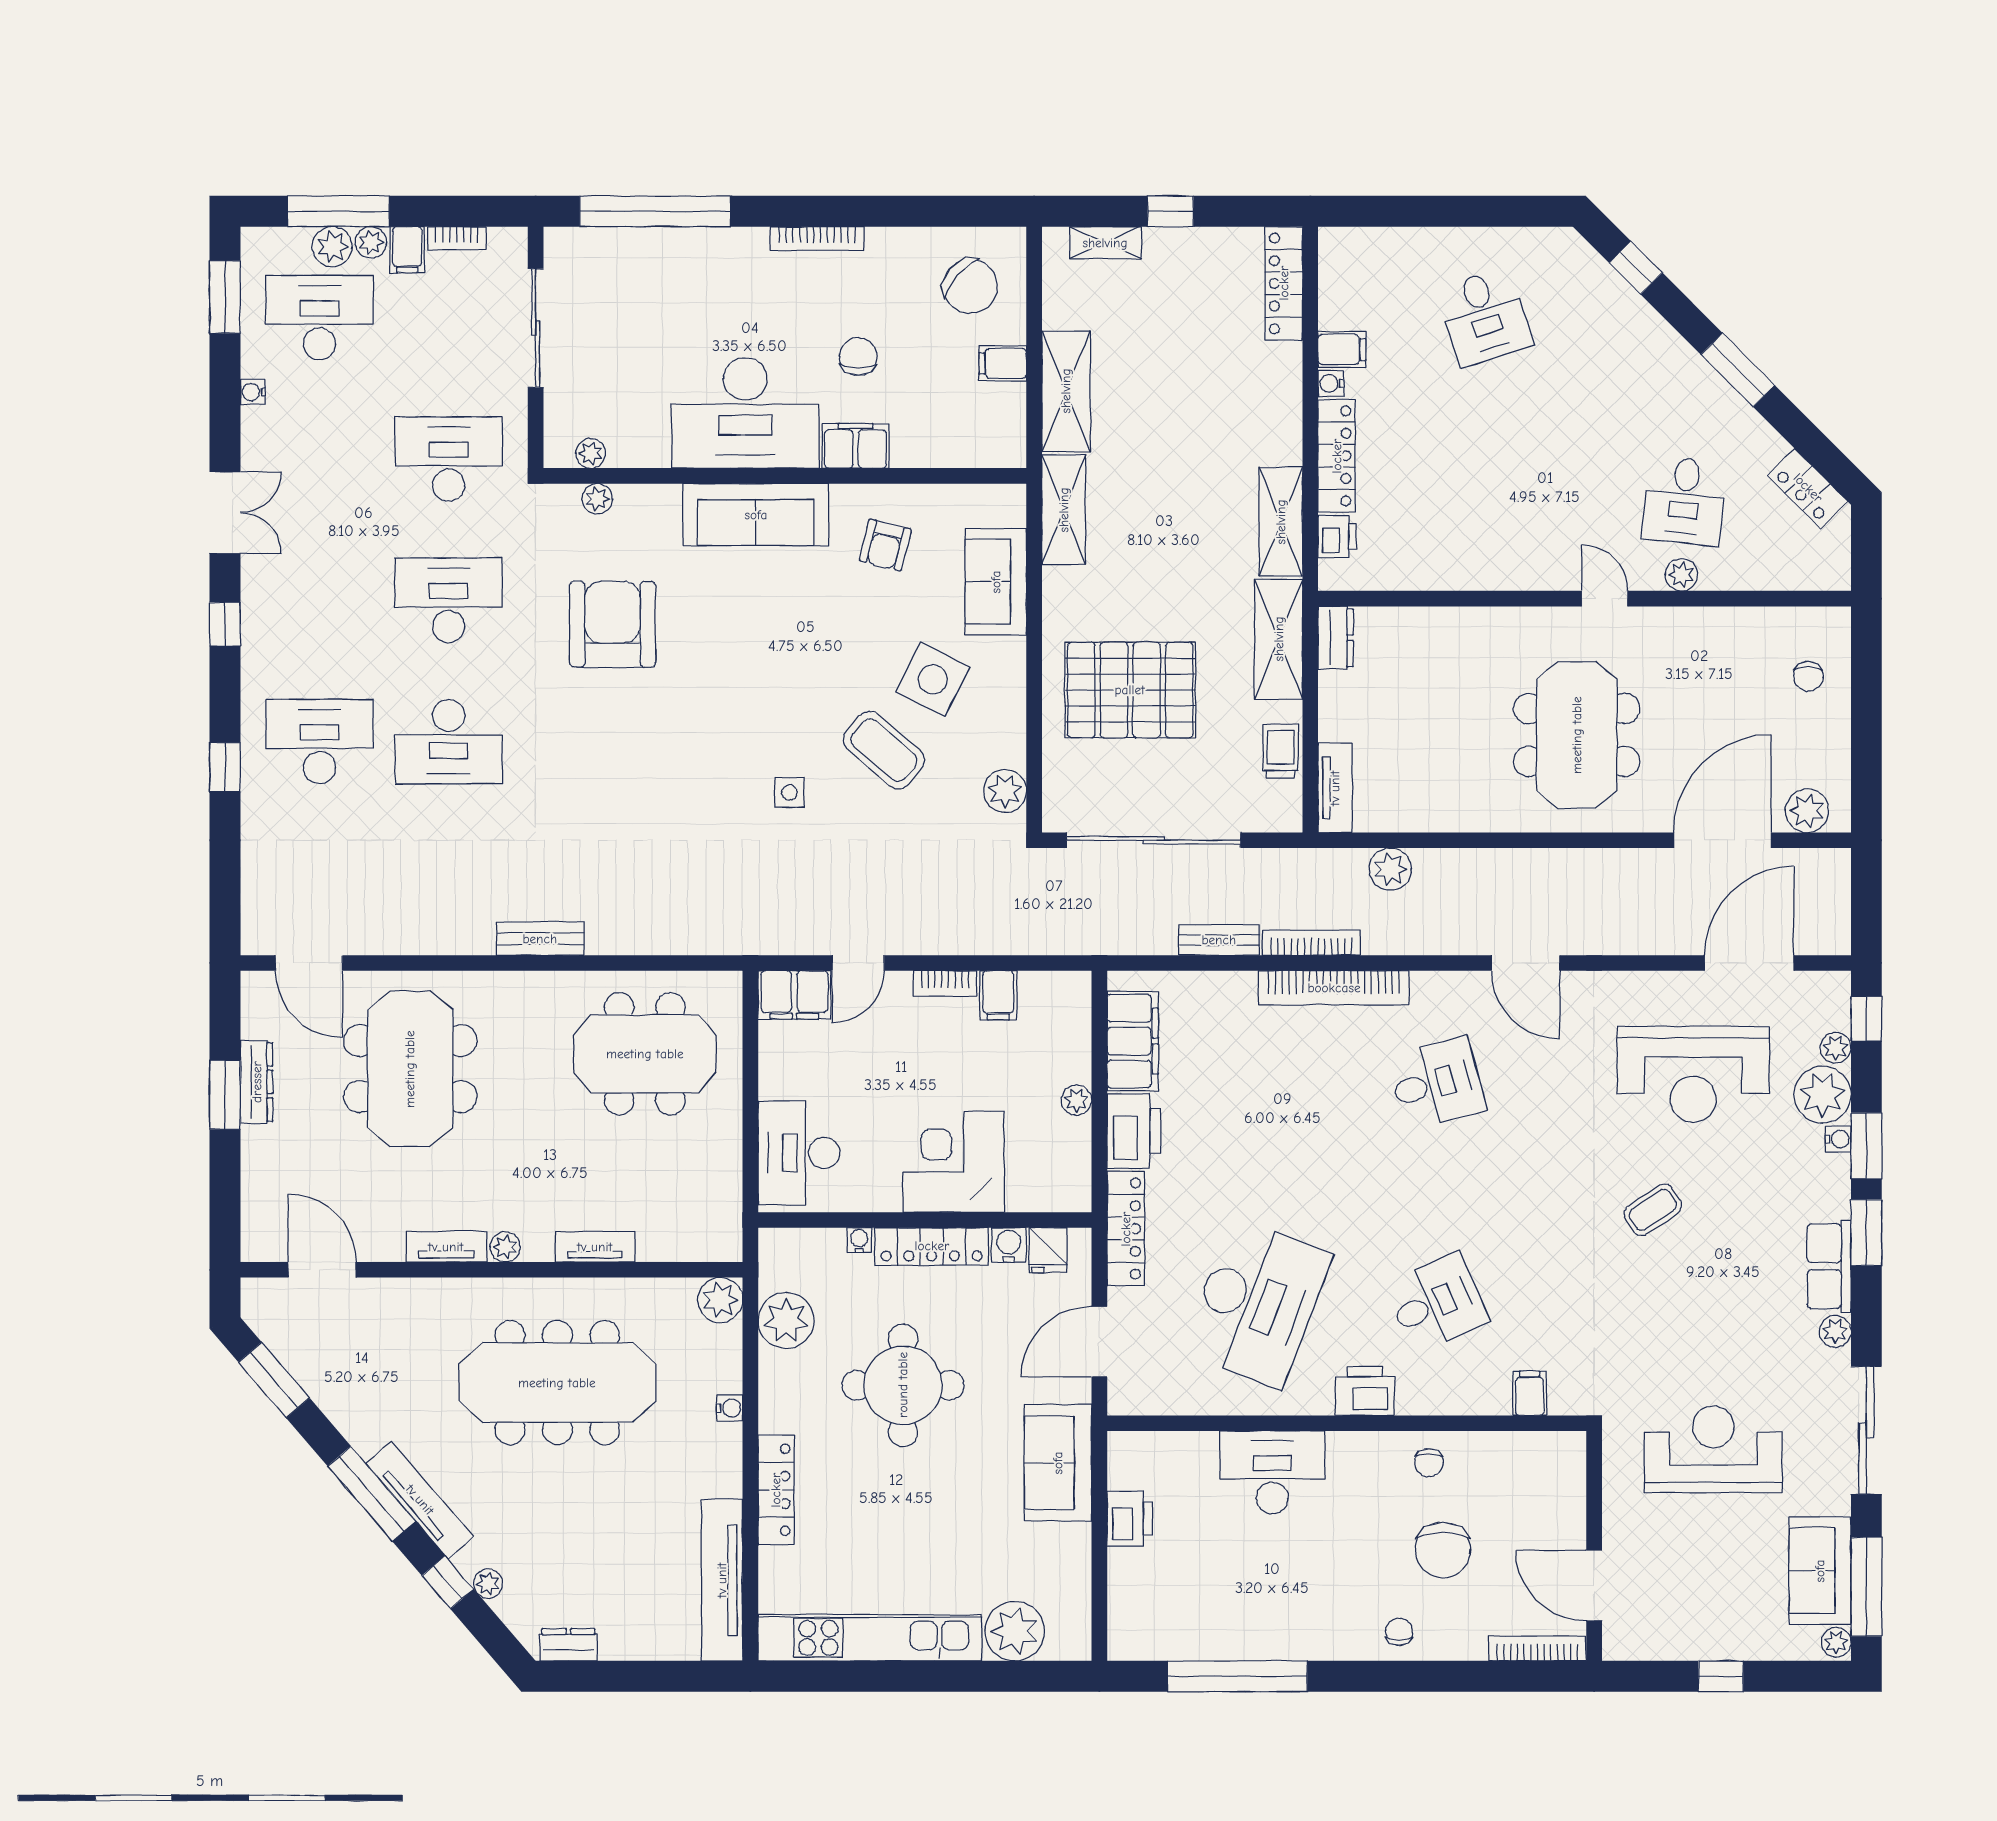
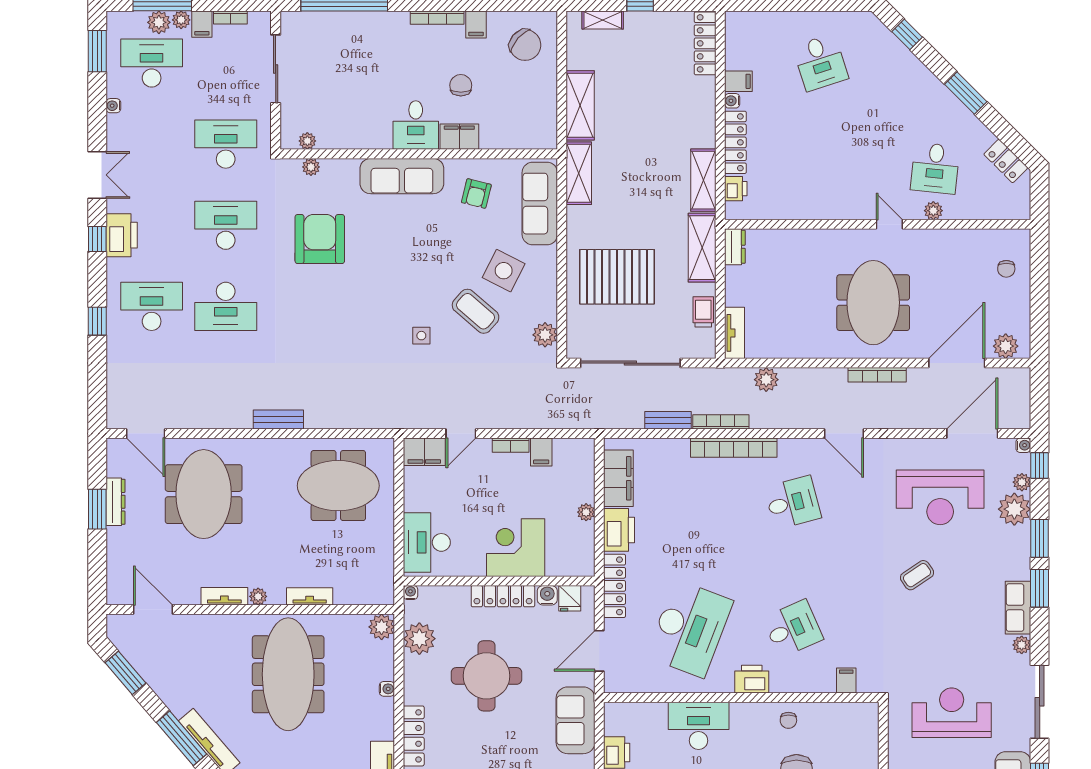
filing cabinet: (1003, 363) -> (476, 24), moved, turned -90
desk: (745, 413) -> (416, 125), width x0.53, depth x0.77
sofa: (996, 582) -> (540, 204), width x1.36
printer: (267, 618) -> (122, 235), added
bookcase: (1584, 861) -> (877, 375), added
water cooler: (1838, 1139) -> (1023, 445), moved
water cooler: (859, 1240) -> (410, 593), moved
meeting table: (557, 1383) -> (288, 674), turned 90

